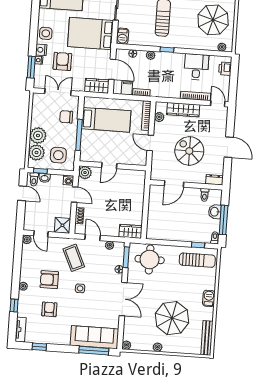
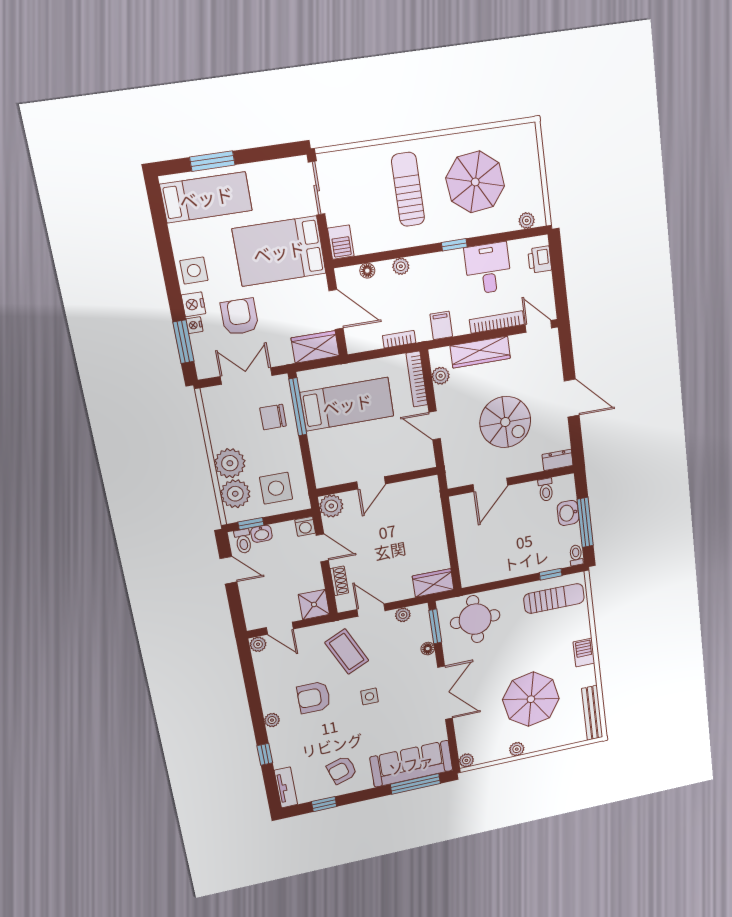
parasol: (213, 20) -> (475, 182), moved
window: (167, 50) -> (454, 245), moved
filing cabinet: (127, 88) -> (441, 325), moved
window: (79, 135) -> (298, 407), moved
spiral stairs: (189, 151) -> (505, 422), turned 180
armchair: (49, 309) -> (342, 770), moved, turned -107

